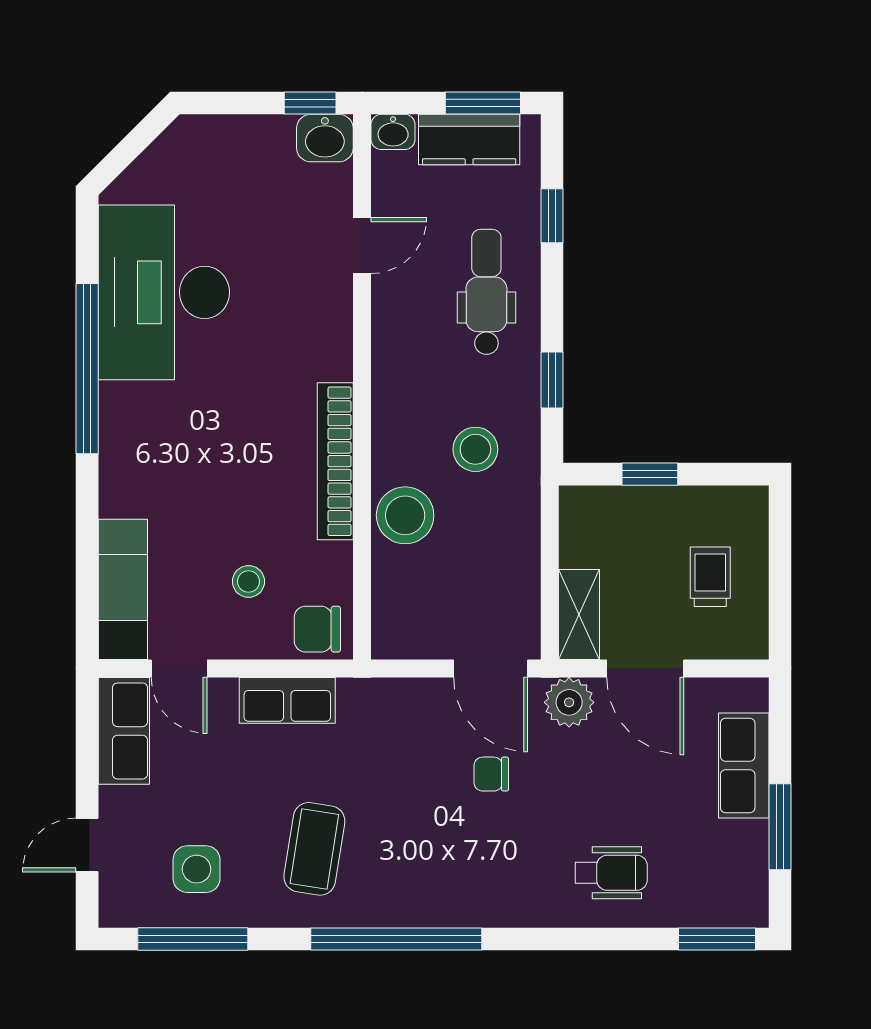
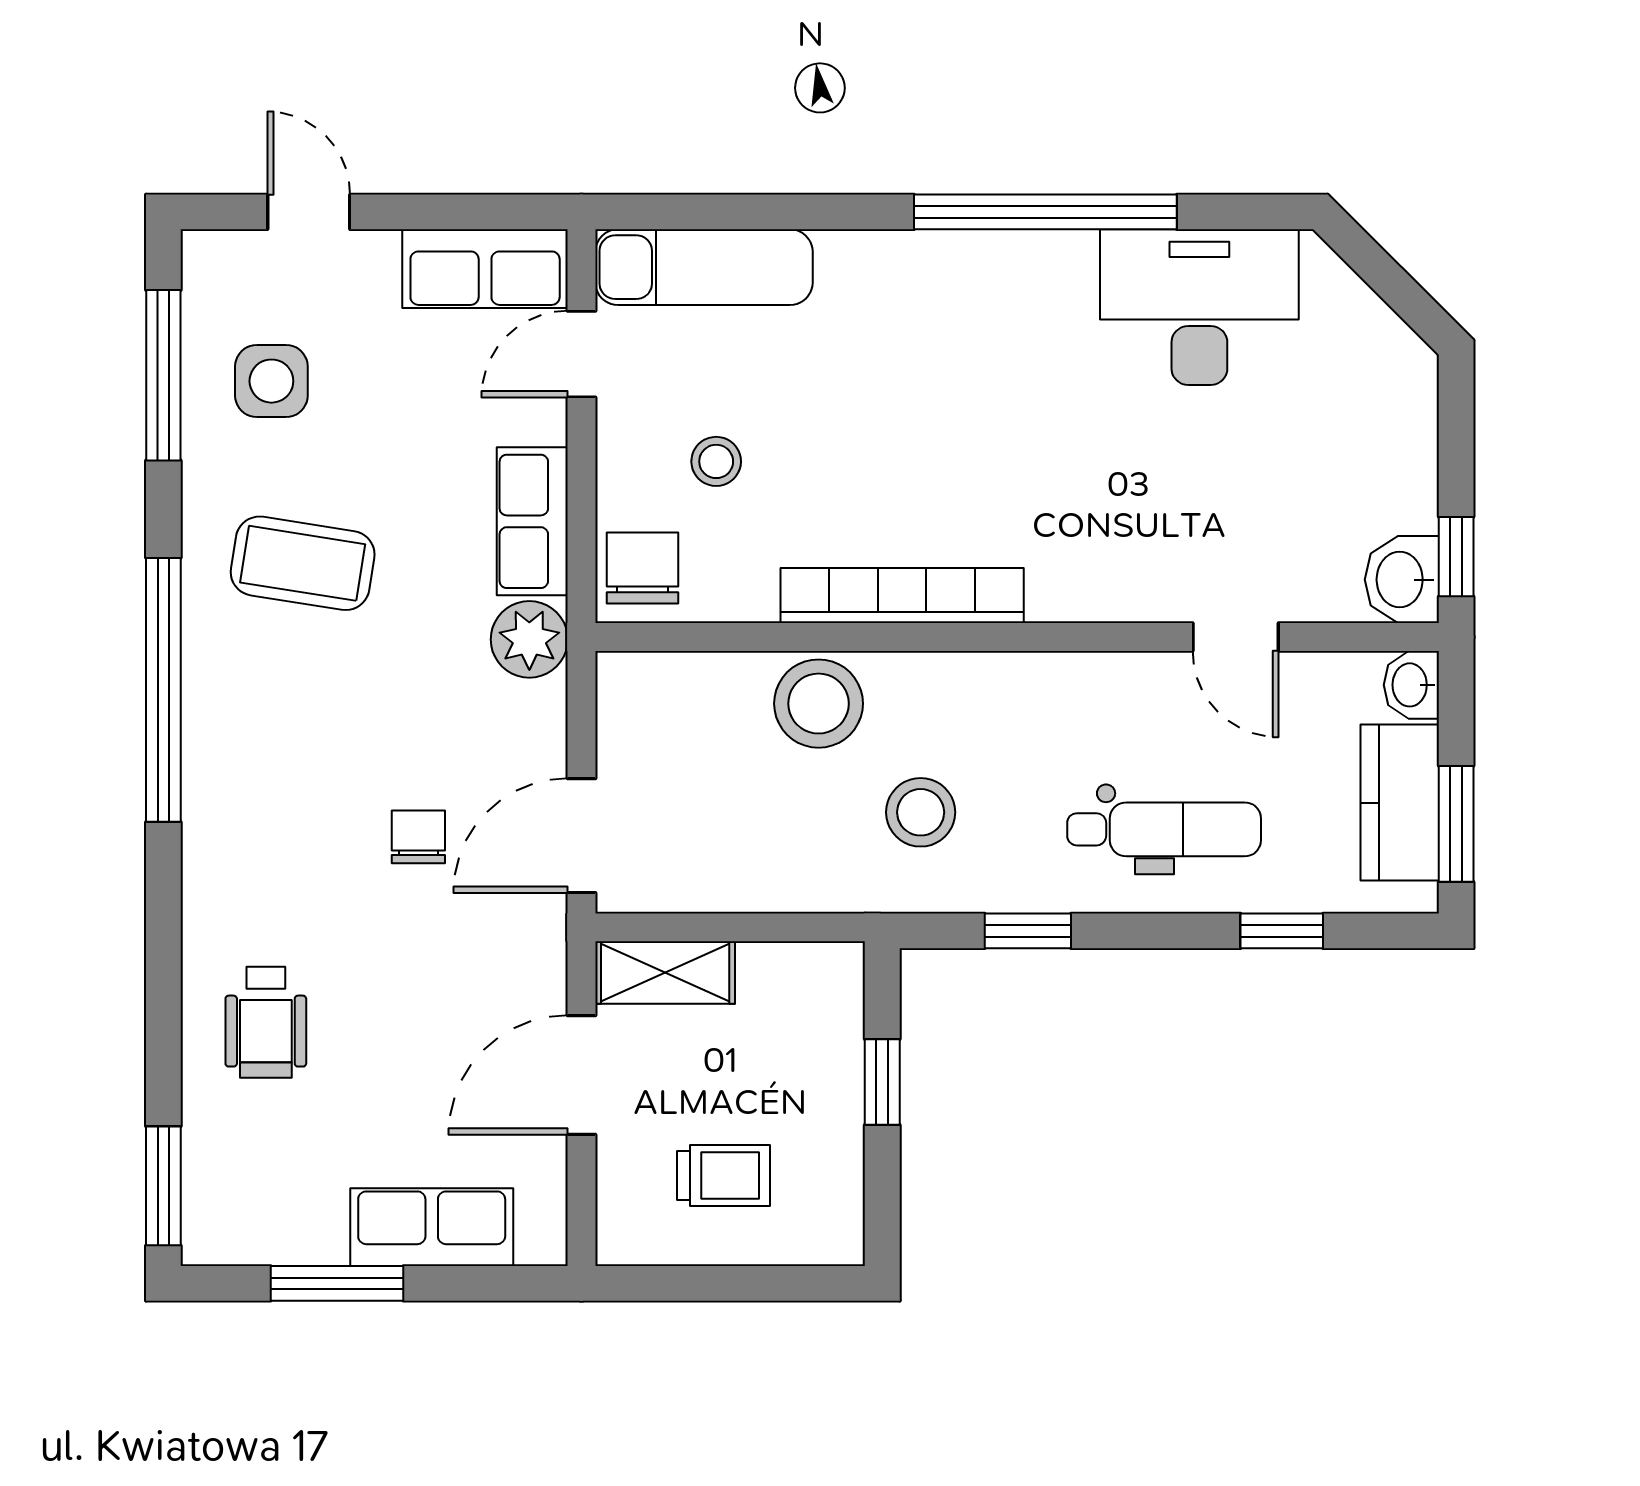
desk: (164, 292) -> (1199, 307), width x0.73, depth x0.77
plant: (569, 702) -> (529, 639), moved

